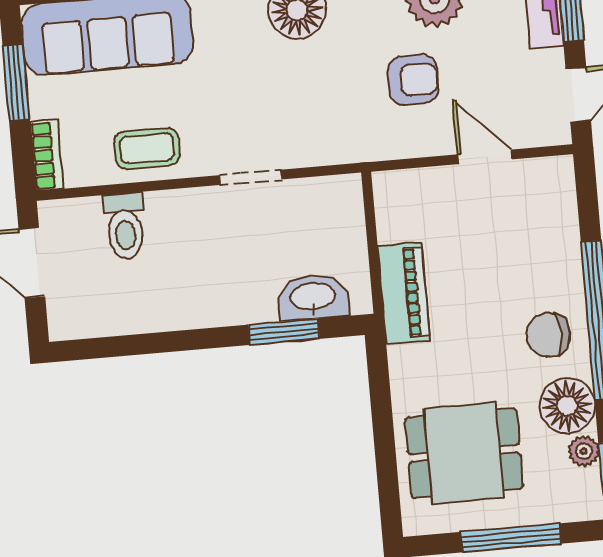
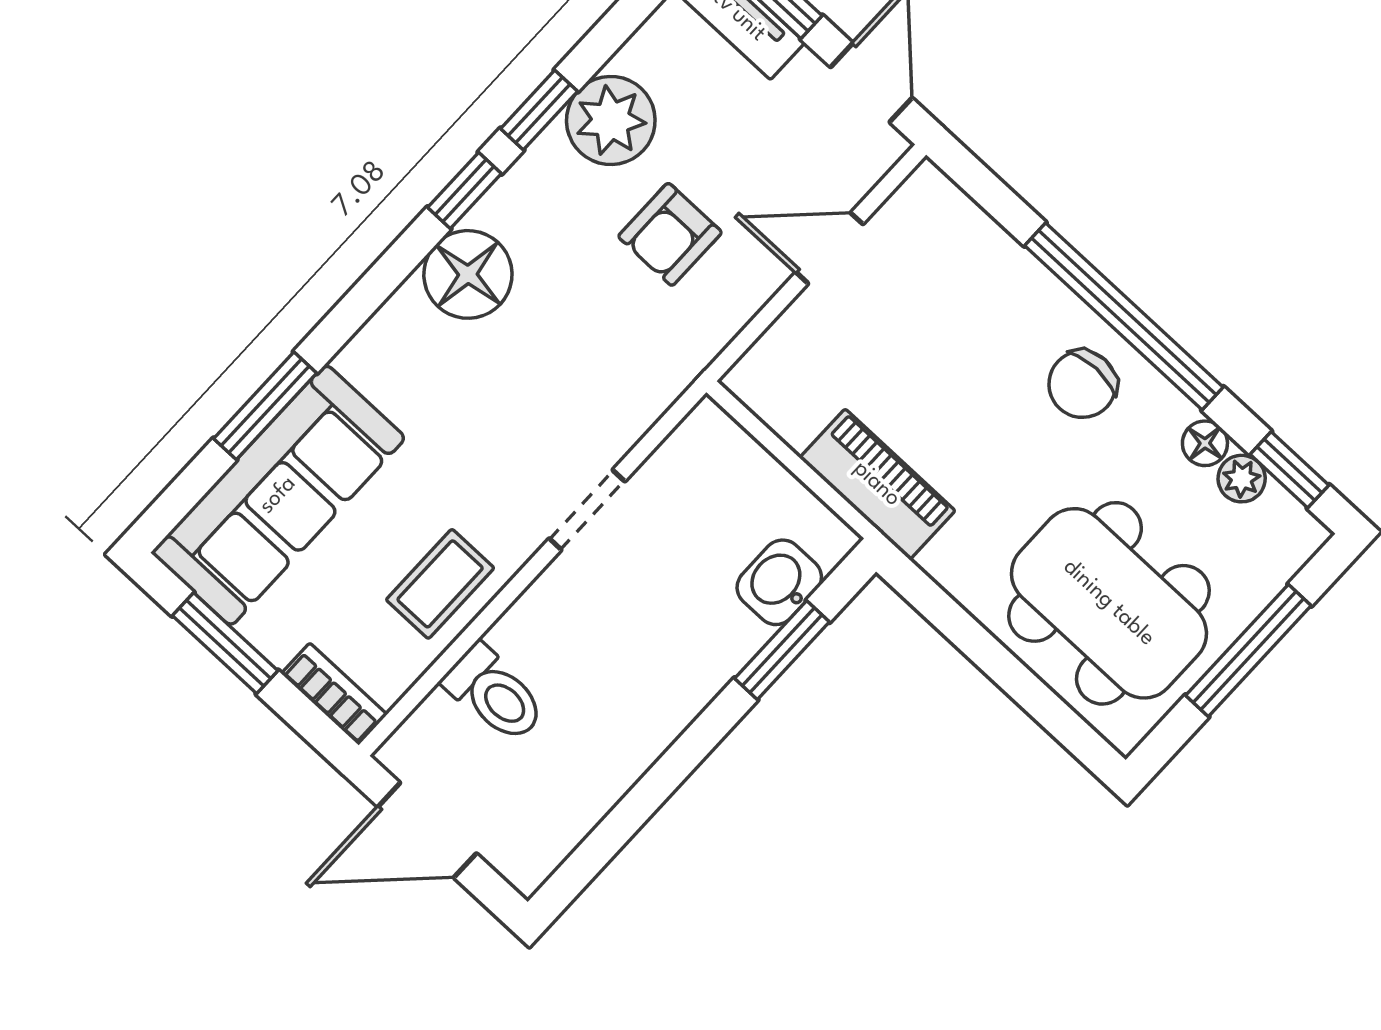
armchair: (413, 80) -> (670, 234), turned 180
washbasin: (313, 297) -> (779, 582), width x0.72
floor lamp: (567, 406) -> (1205, 443), width x0.53, depth x0.53
dining table: (464, 453) -> (1109, 603), width x1.38

